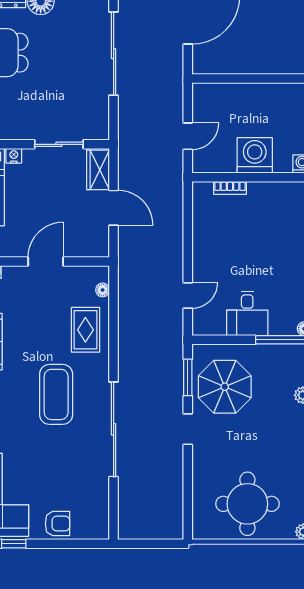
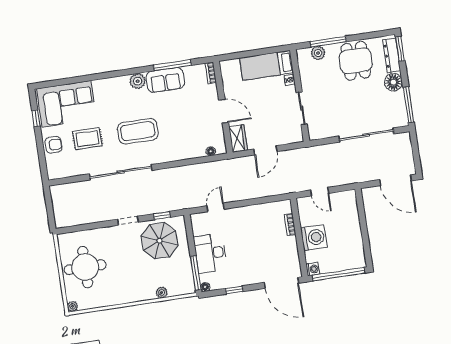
wardrobe: (98, 170) -> (238, 138), moved, turned 90
door: (188, 295) -> (215, 207), swing flipped
desk: (247, 314) -> (210, 253), width x1.37
rug: (85, 330) -> (87, 139), moved
window: (188, 377) -> (162, 216), width x0.67
armchair: (57, 524) -> (53, 145), turned -90

